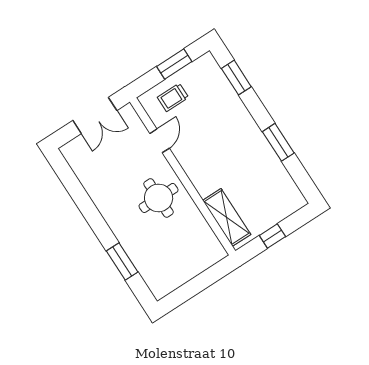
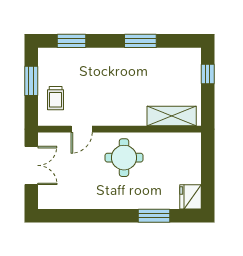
door: (160, 141) -> (82, 129), swing flipped
window: (272, 236) -> (208, 74), moved
fridge: (162, 284) -> (191, 197), added

